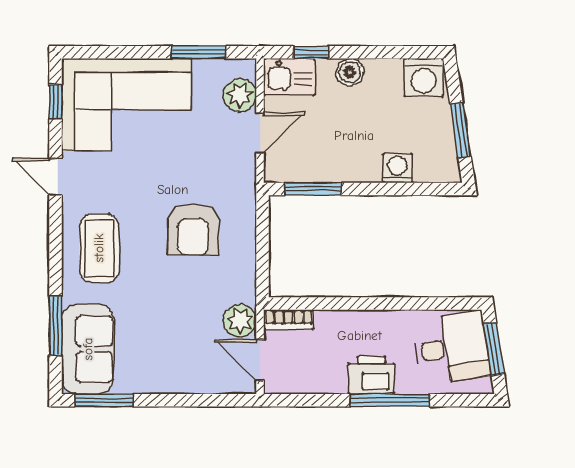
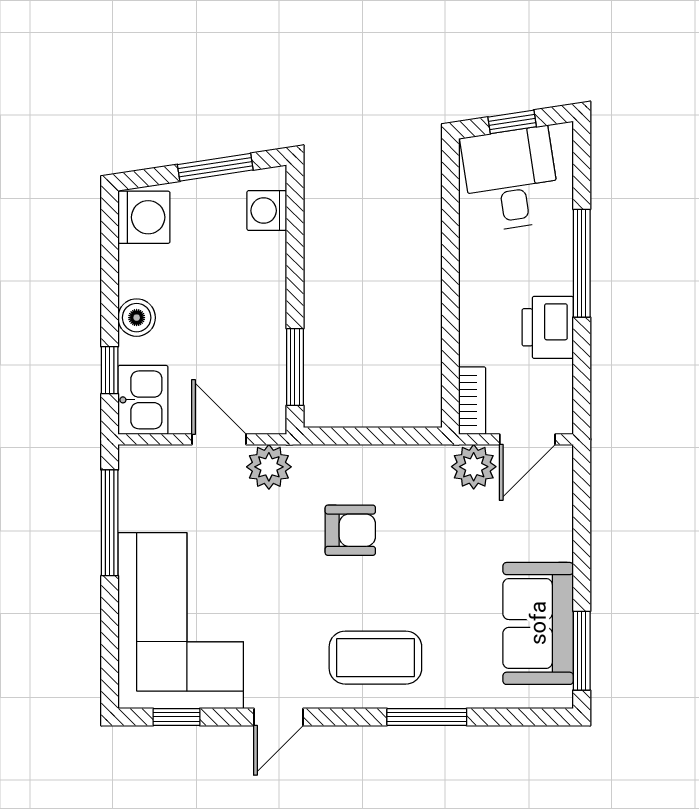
window: (199, 52) -> (110, 523), width x1.44
plant: (240, 95) -> (269, 467), moved
washing machine: (398, 168) -> (267, 211), moved
armchair: (193, 230) -> (350, 530), width x0.72, depth x0.72
window: (56, 326) -> (427, 717), moved
sofa: (88, 349) -> (538, 623), moved, turned -90
window: (494, 349) -> (512, 122), width x0.67
printer: (371, 375) -> (548, 327), moved

